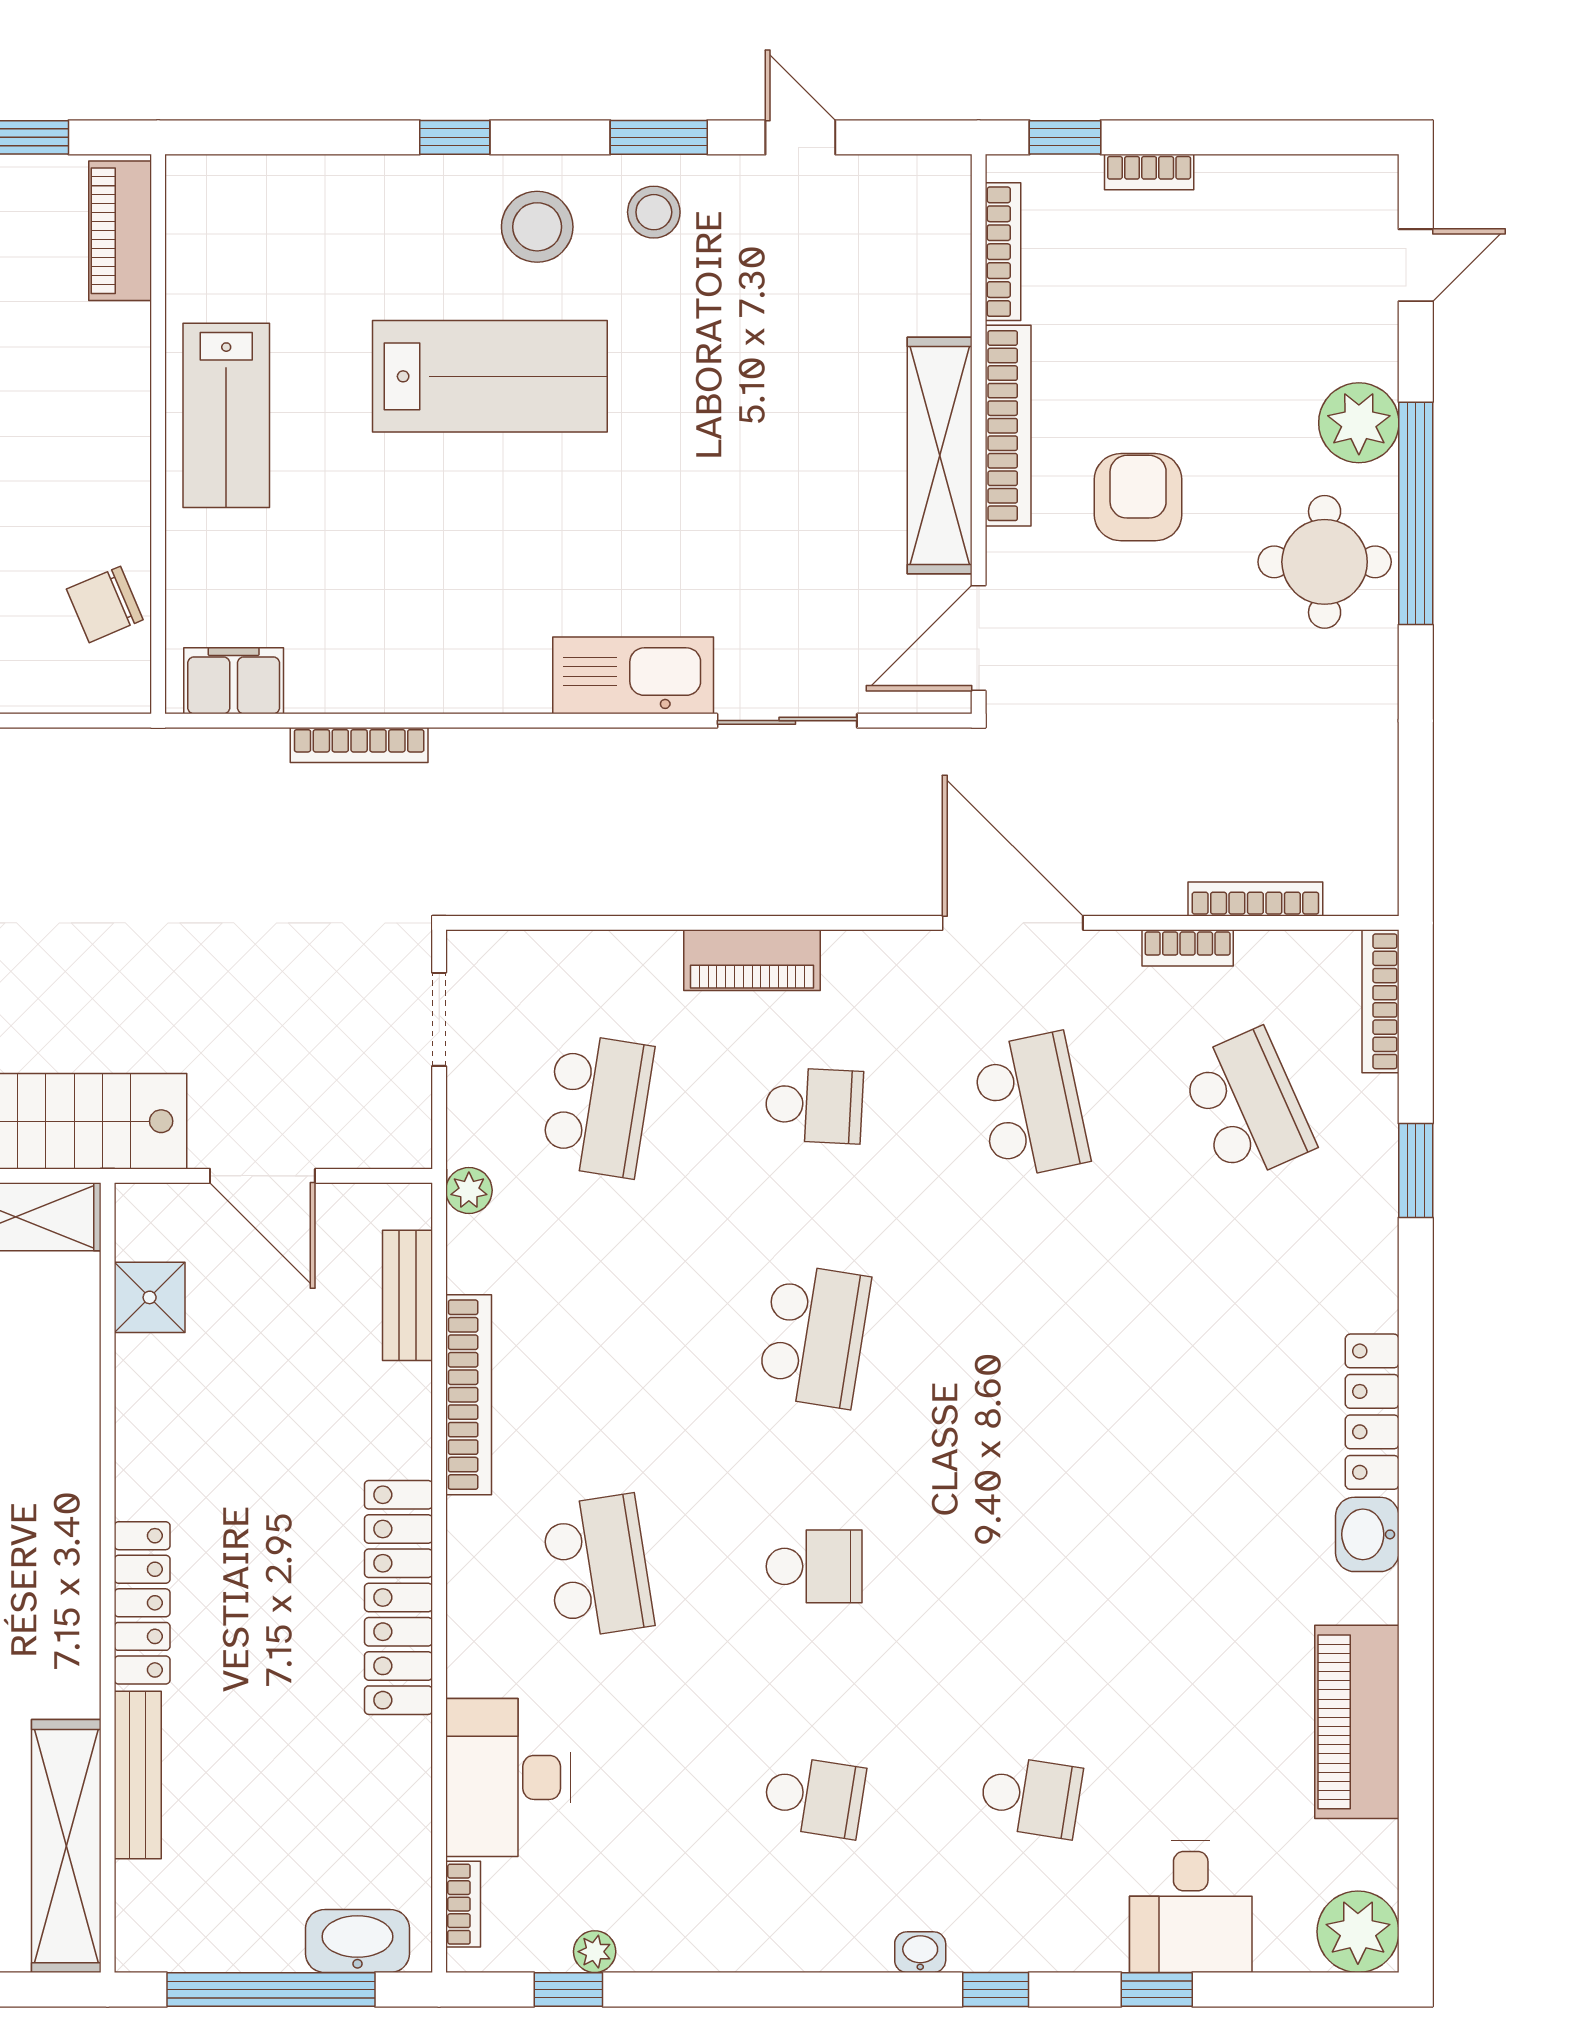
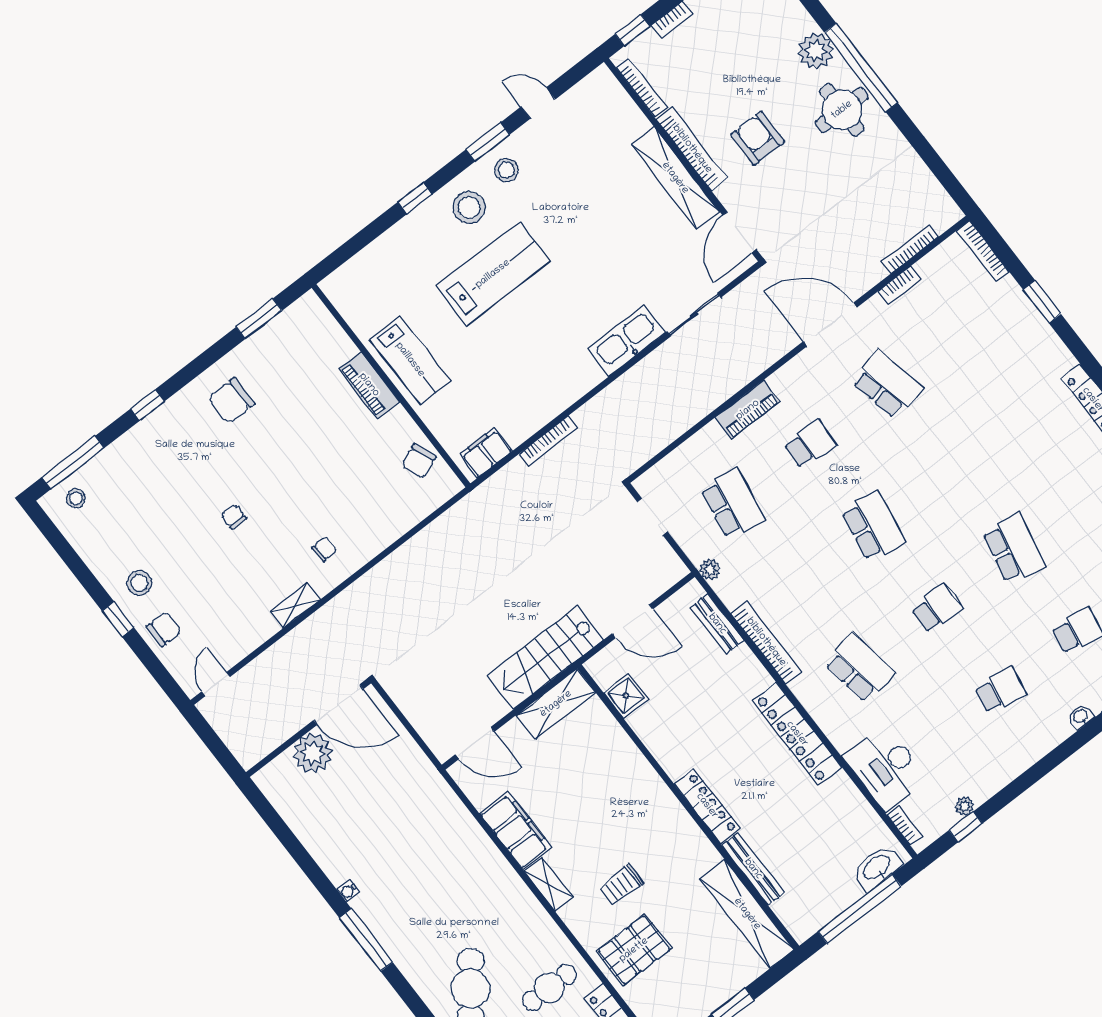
piano: (120, 231) -> (369, 385), moved
school desk: (1247, 1105) -> (1014, 549), moved, turned 36

